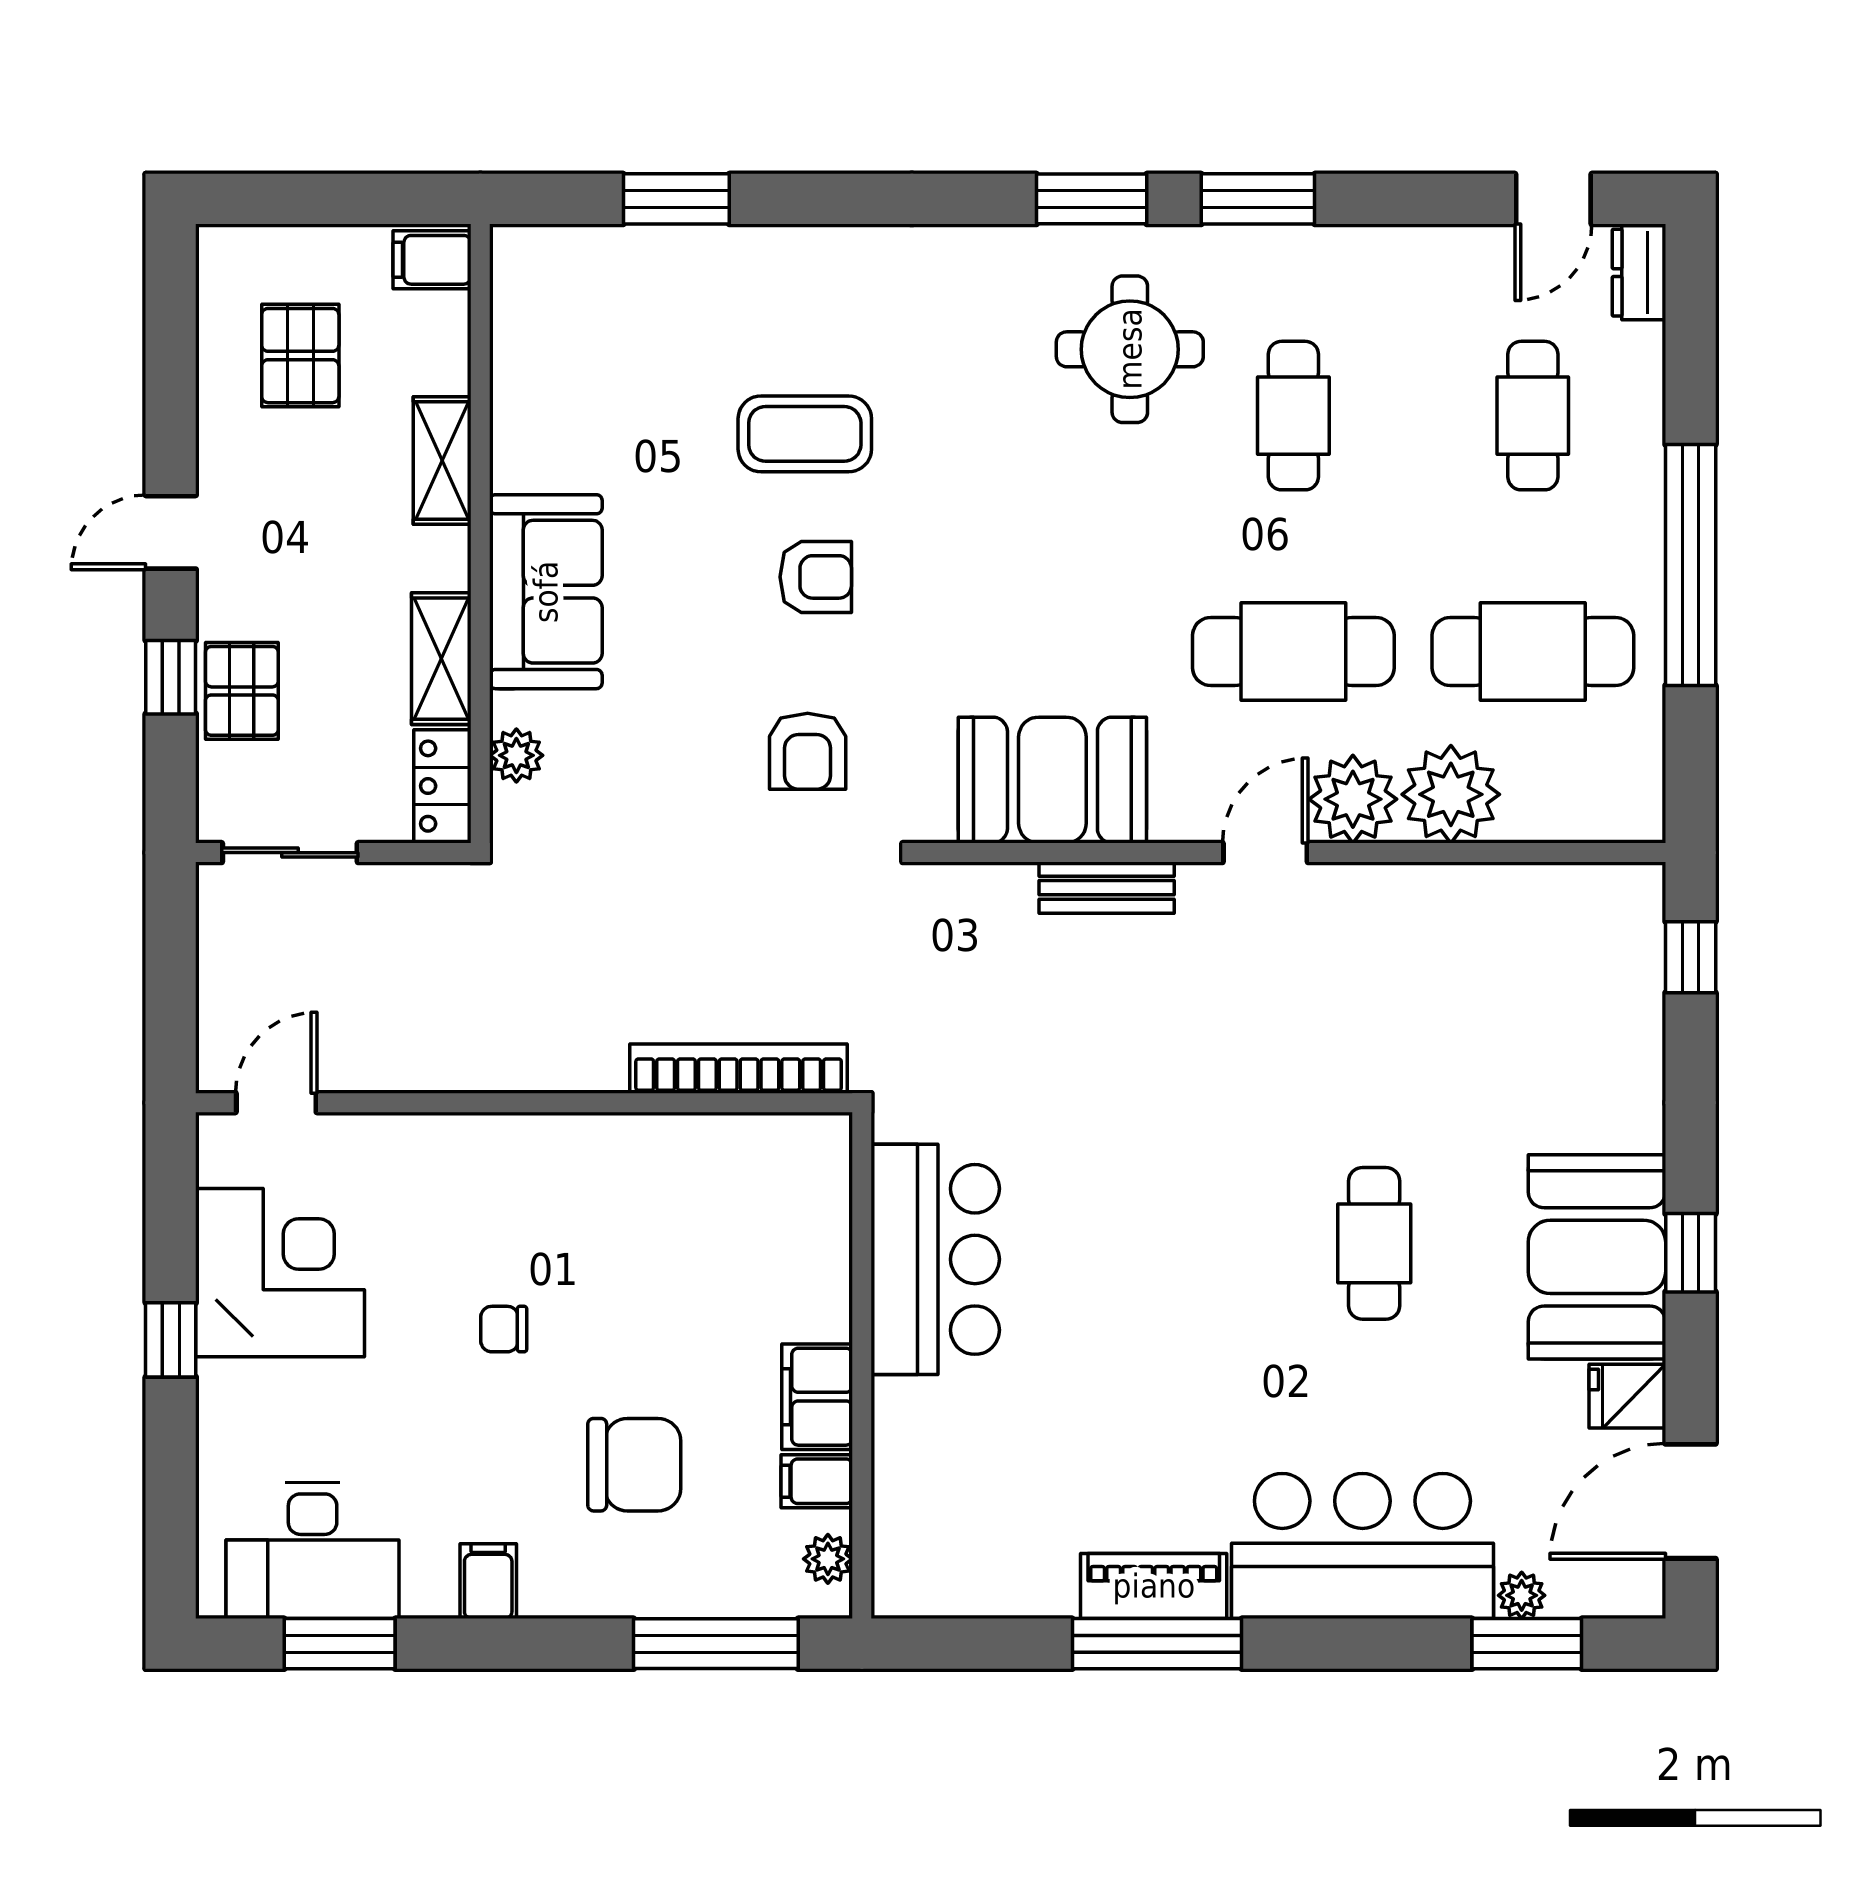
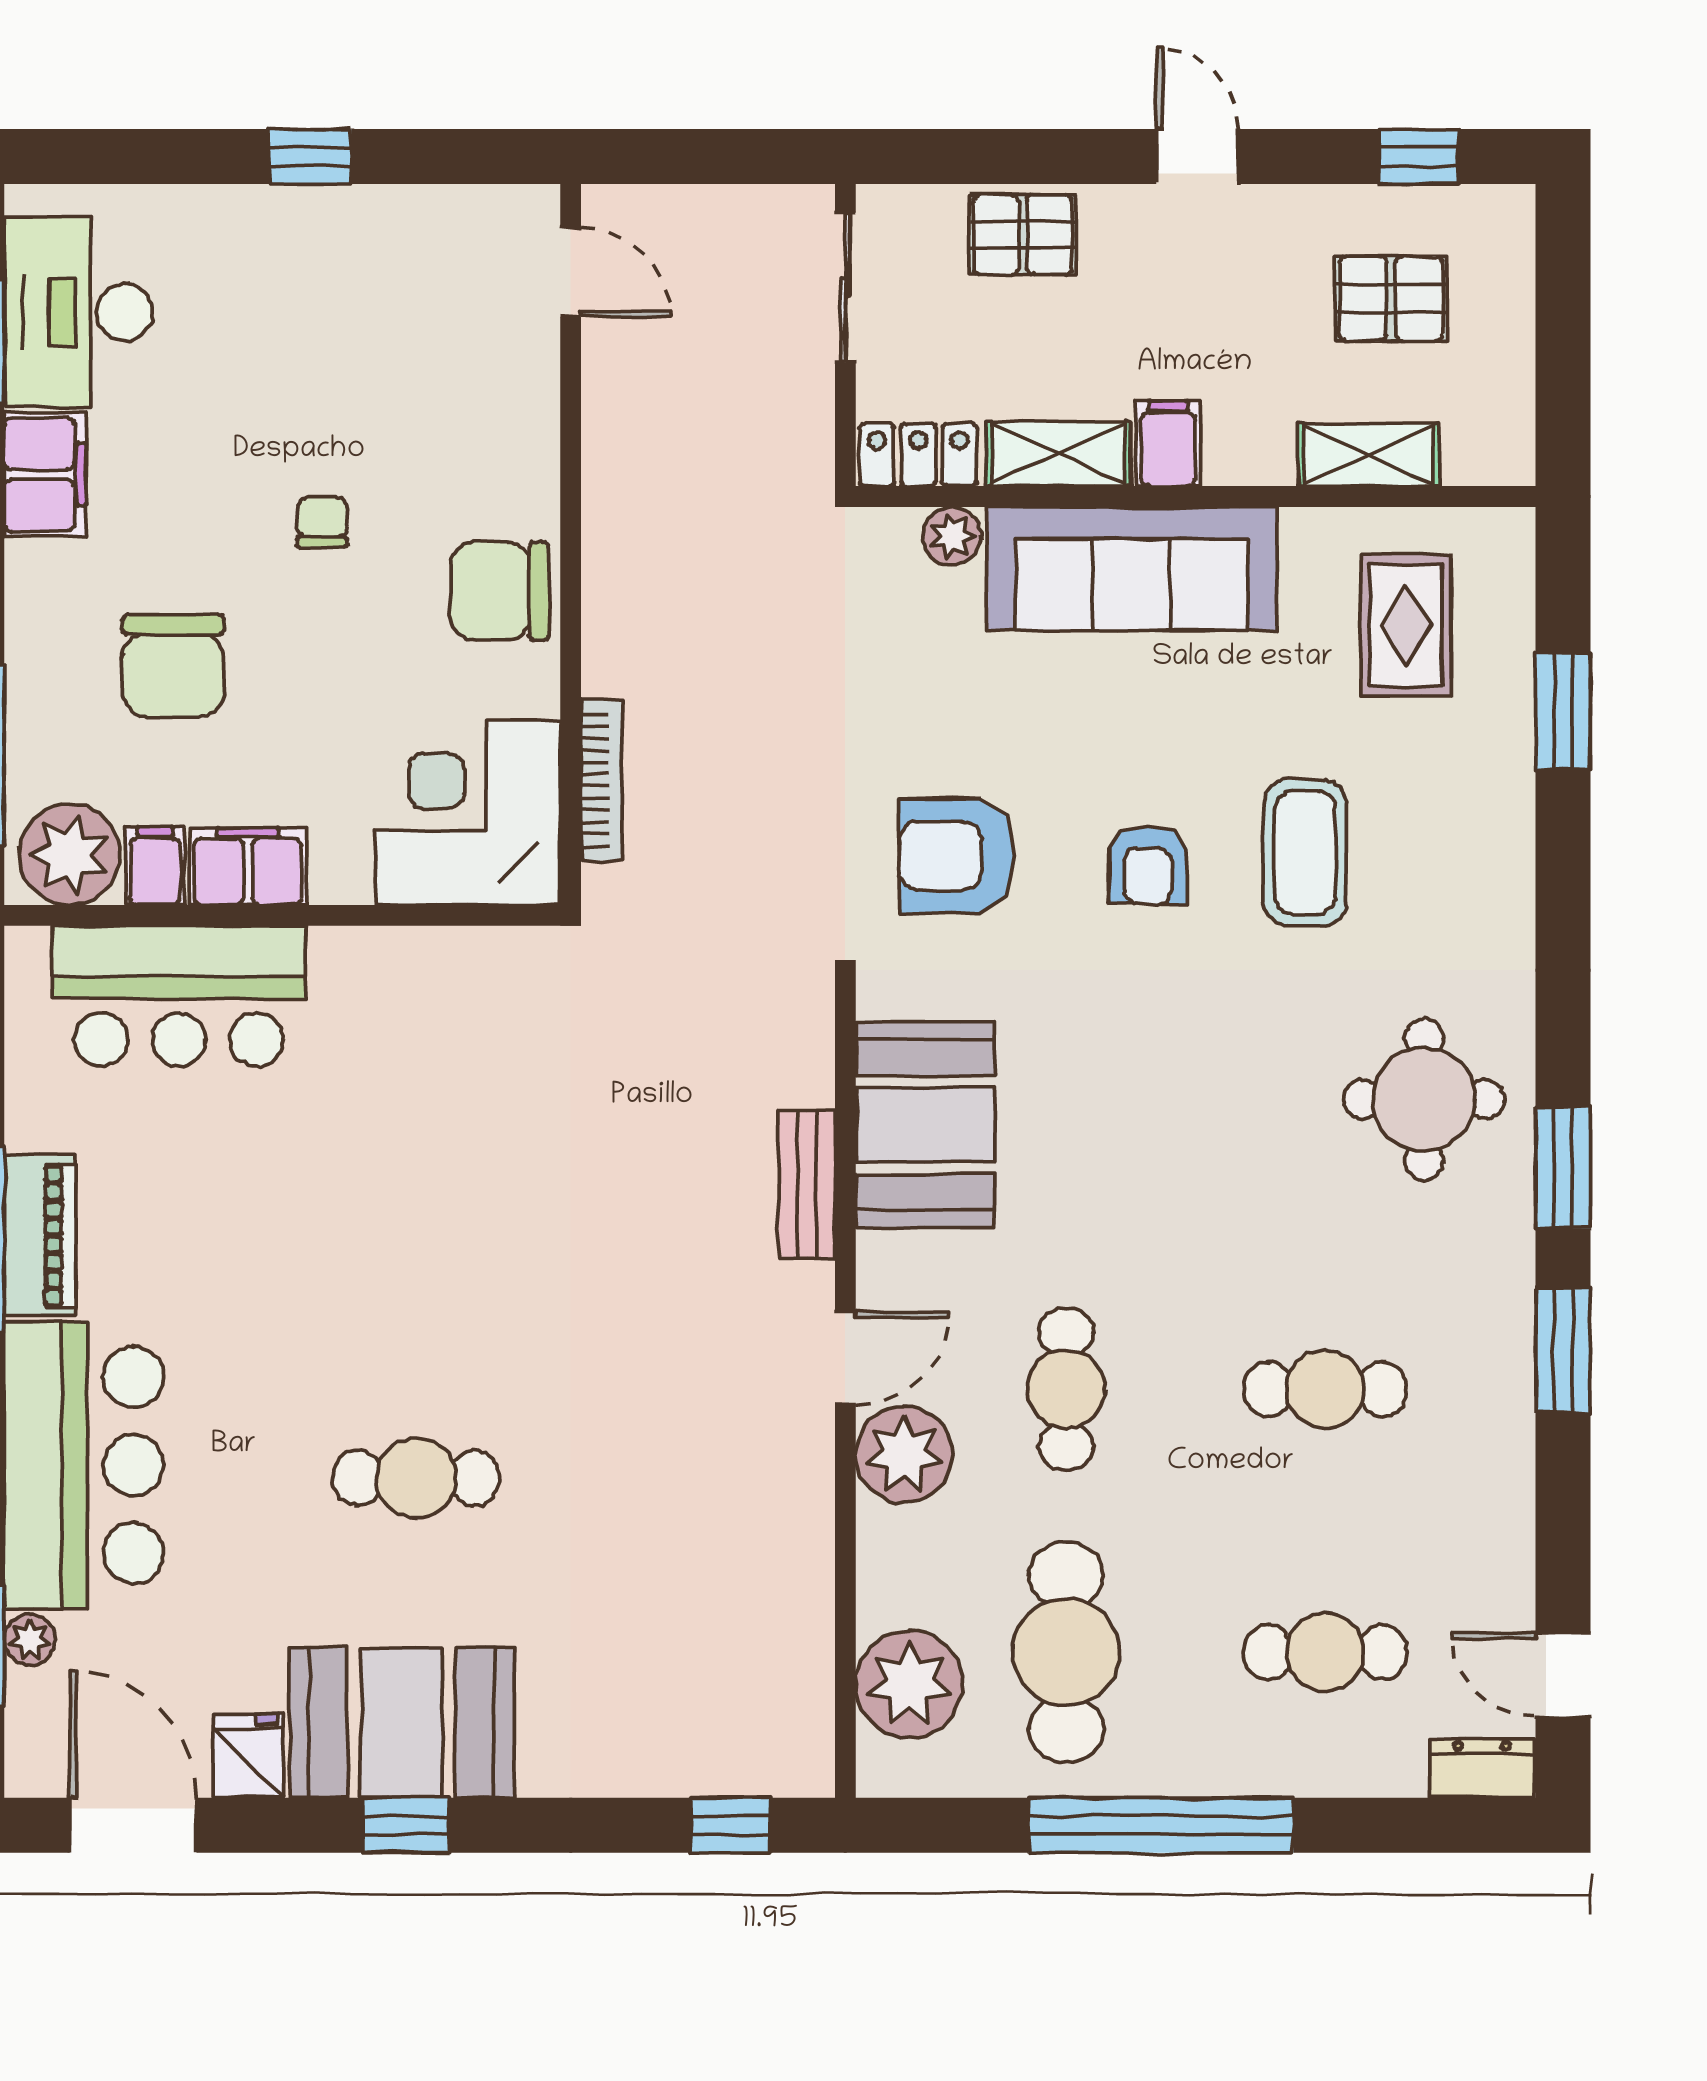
filing cabinet: (432, 260) -> (1168, 443), moved
rug: (598, 342) -> (1406, 626), added
round table: (1130, 349) -> (1424, 1099), moved
shelving: (442, 461) -> (1369, 455), moved
sofa: (546, 592) -> (1132, 568), width x1.36
cafe table: (1293, 652) -> (1066, 1389), width x0.73, depth x0.74
window: (171, 677) -> (1419, 157), moved
armchair: (808, 751) -> (957, 856), width x1.38, depth x1.38
plant: (1451, 794) -> (909, 1684), moved
door: (1265, 853) -> (845, 1358), hinge flipped
bookcase: (739, 1069) -> (602, 780), width x0.68, depth x0.76
chair: (566, 1168) -> (499, 591), added
bar counter: (935, 1259) -> (179, 996), moved
corner desk: (280, 1273) -> (468, 812), moved, turned 180
plant: (828, 1559) -> (70, 855), width x1.88, depth x1.88
filing cabinet: (488, 1581) -> (45, 474), width x2.00

